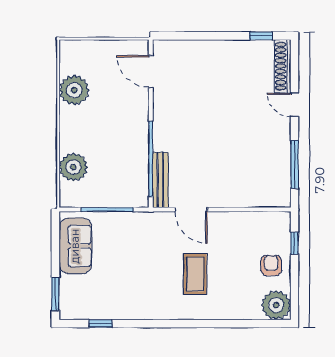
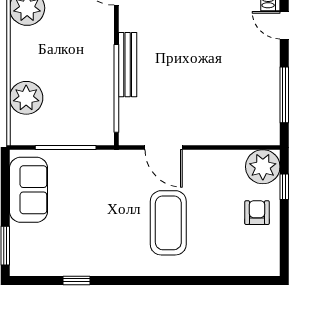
bench: (160, 180) -> (128, 65), moved
coffee table: (195, 274) -> (168, 223), width x1.36, depth x1.32
plant: (276, 305) -> (263, 167), moved
window: (101, 324) -> (76, 280), moved

